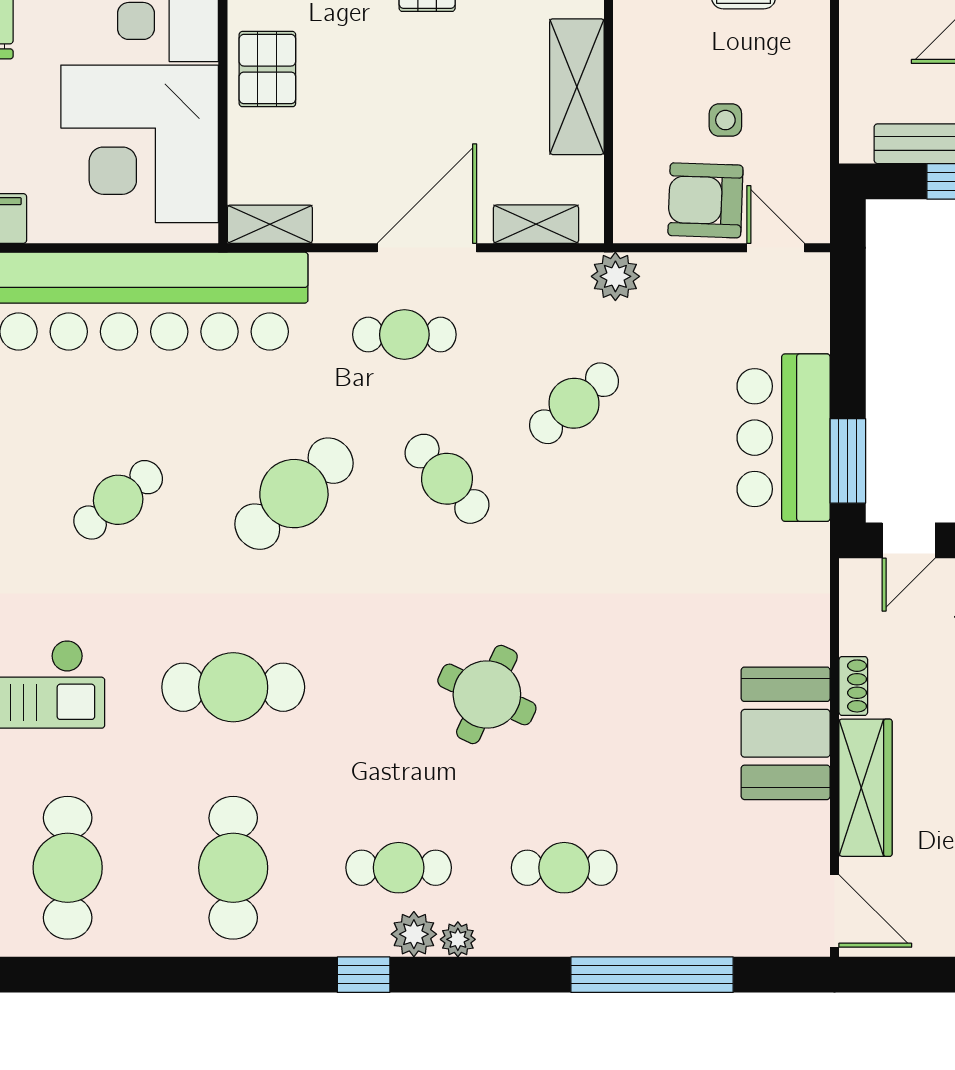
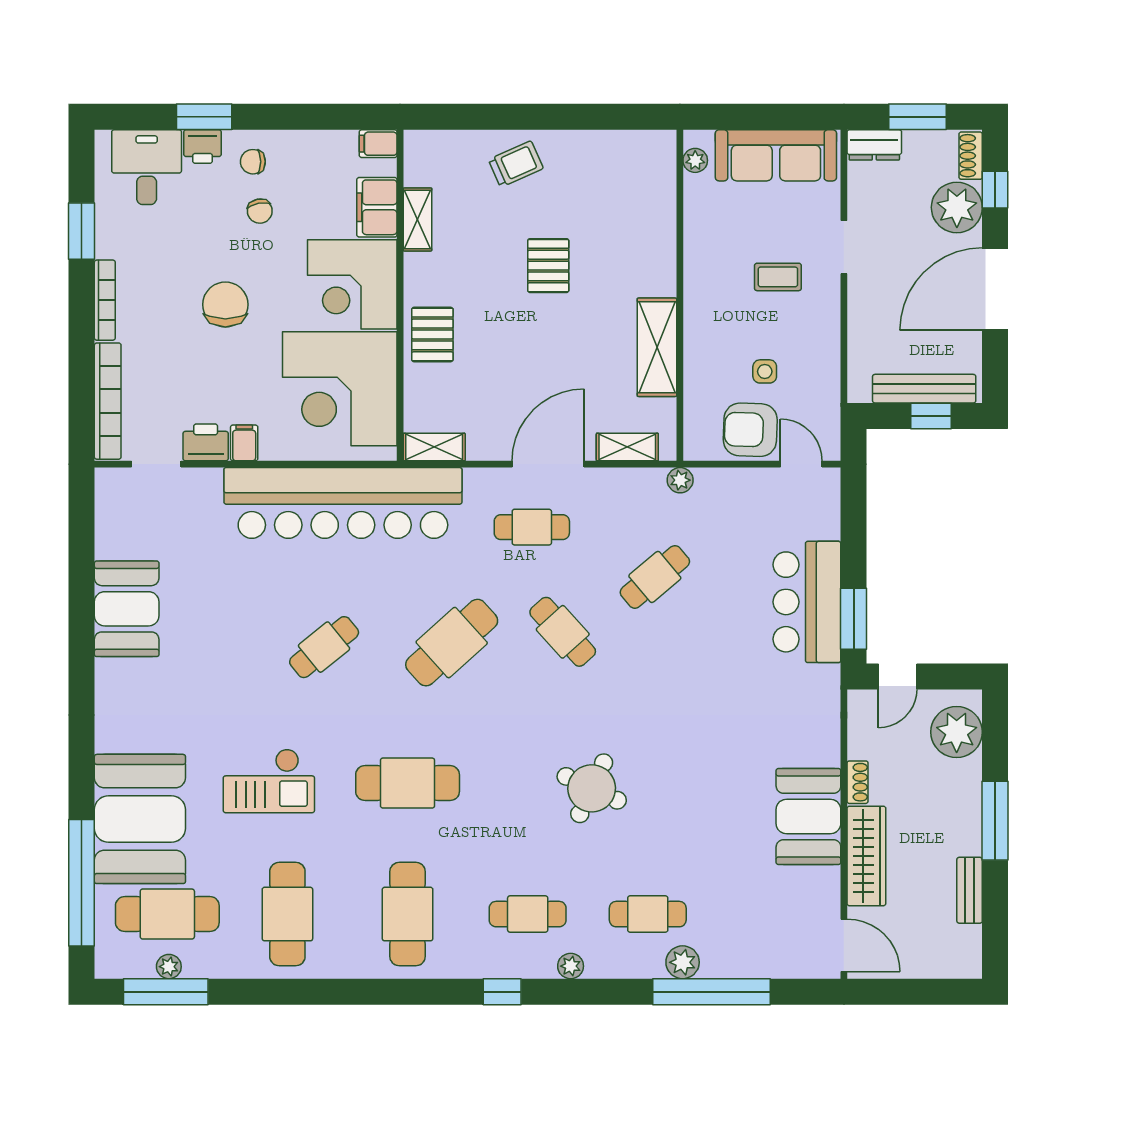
plant: (615, 276) -> (680, 480), width x0.73, depth x0.73
plant: (414, 934) -> (683, 962), moved

